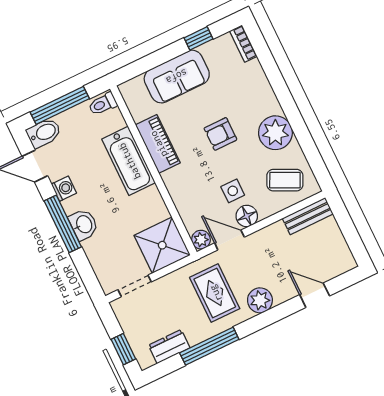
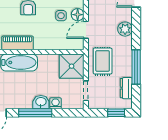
washing machine: (64, 189) -> (56, 103), moved
plant: (201, 240) -> (78, 45), removed
rug: (215, 293) -> (103, 61), moved, turned 90

